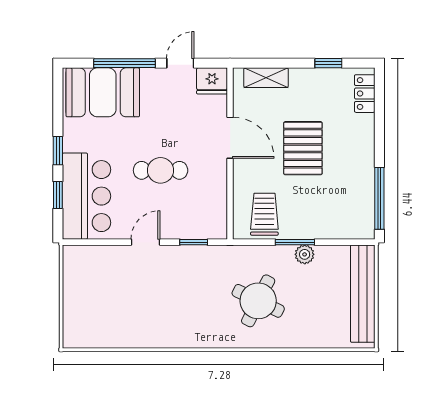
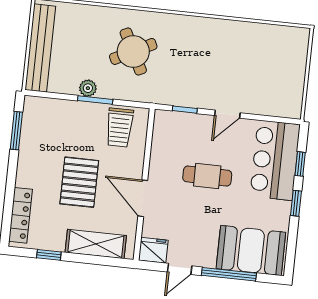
shelving: (266, 78) -> (96, 244), width x1.50, depth x1.33
locker: (365, 94) -> (21, 215), width x1.53
window: (379, 198) -> (16, 131), width x0.69
round table: (258, 301) -> (133, 51), turned 37

